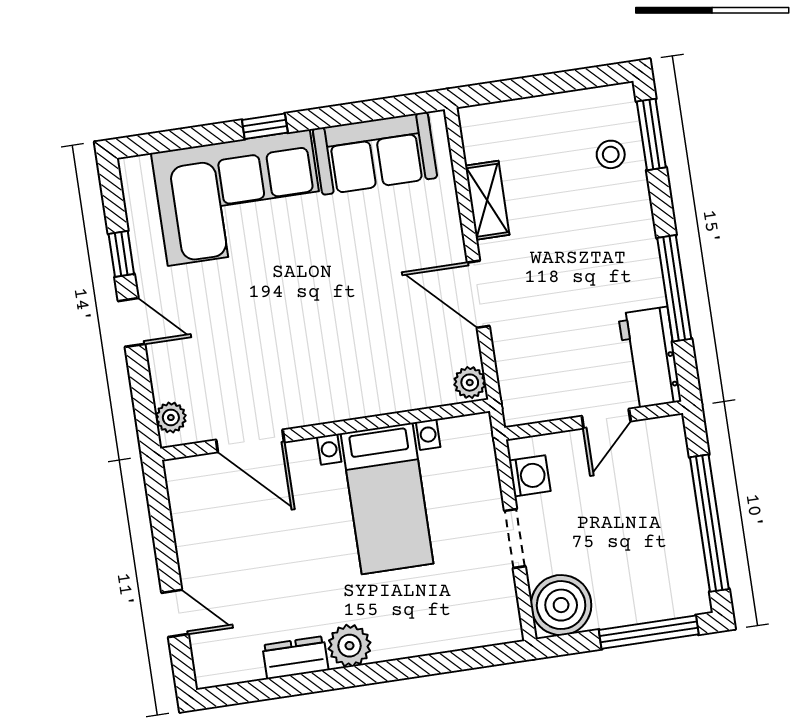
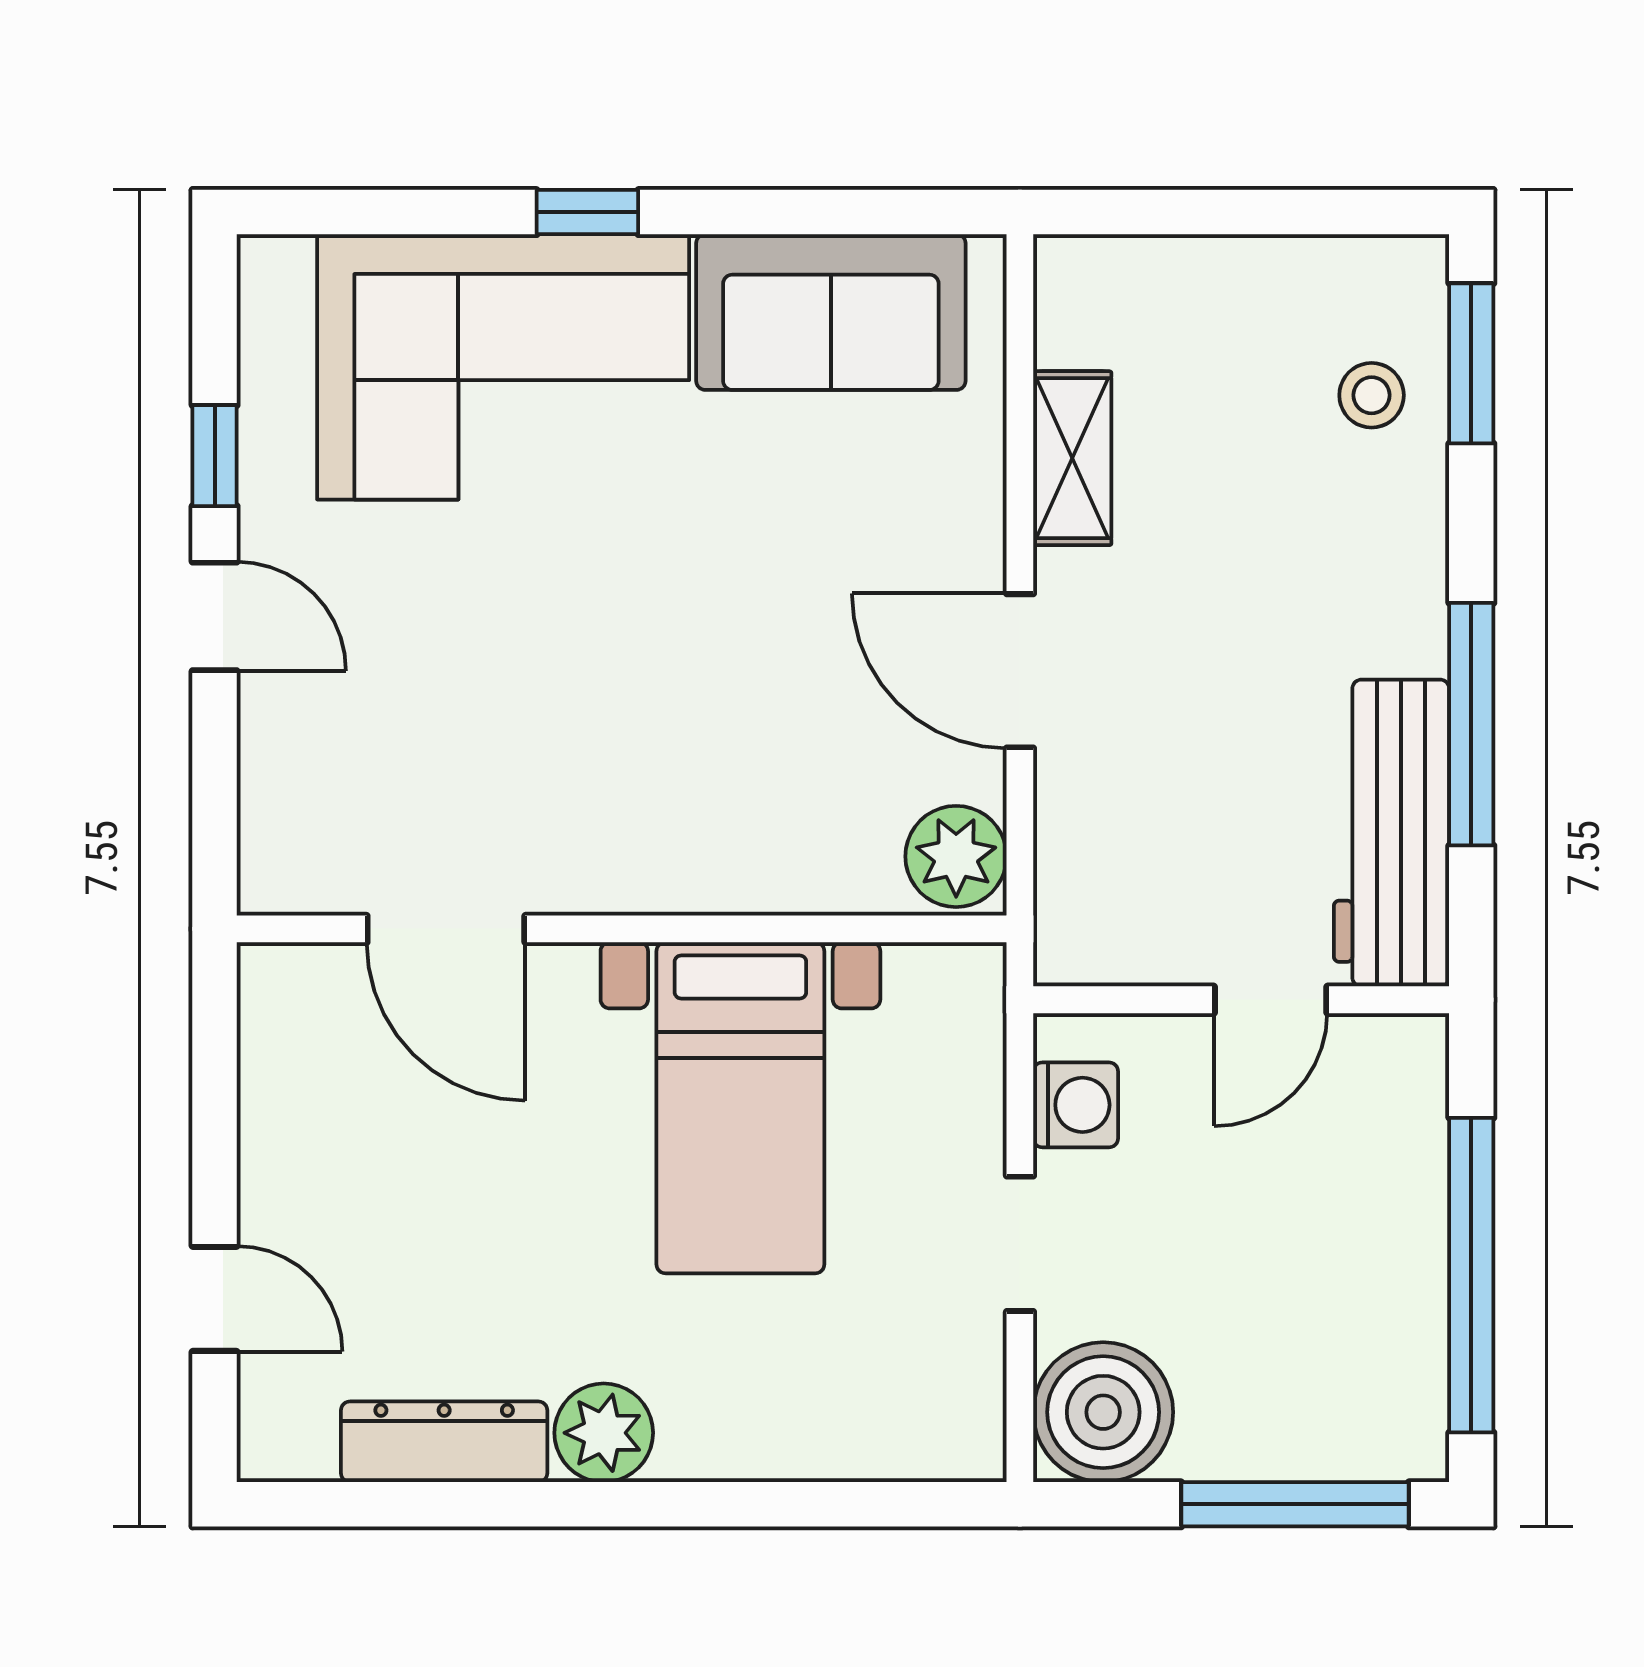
workbench: (650, 358) -> (1392, 833), width x1.38
plant: (470, 383) -> (956, 856), width x1.38, depth x1.38
plant: (171, 417) -> (272, 848), removed
dresser: (295, 658) -> (444, 1442), width x1.44

